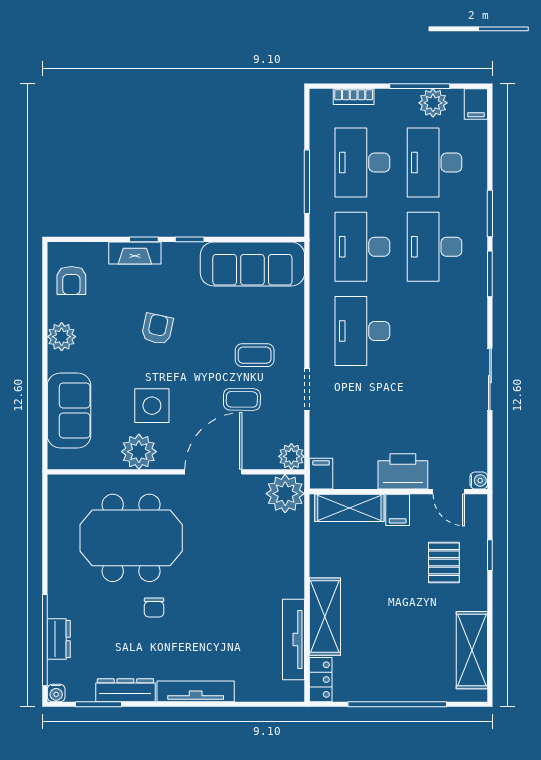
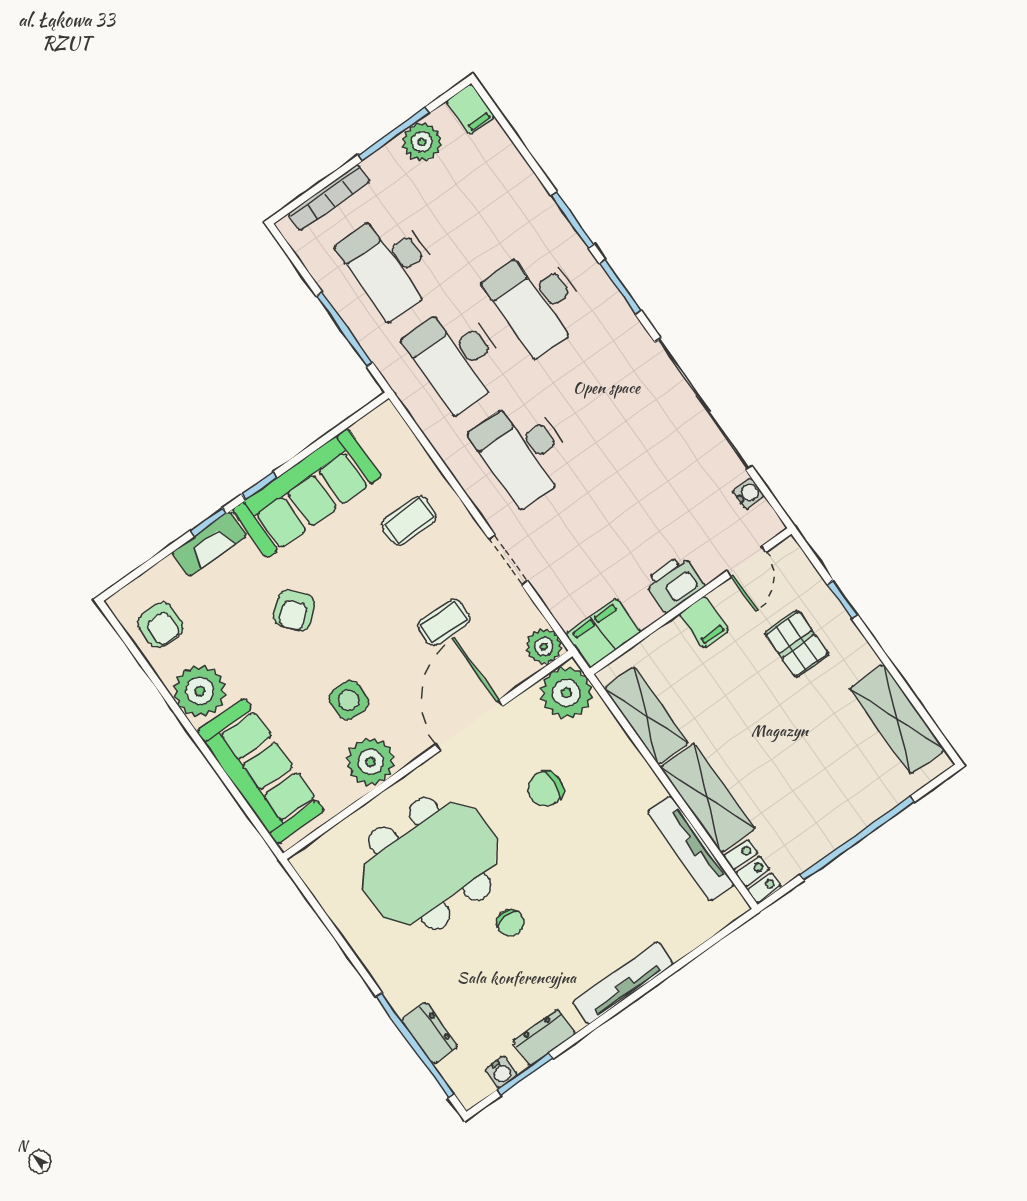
bookcase: (354, 97) -> (329, 198), width x1.56
desk: (435, 163) -> (471, 207), removed
sofa: (252, 264) -> (307, 493), moved
armchair: (157, 329) -> (294, 611), turned -141
plant: (62, 337) -> (200, 691), width x1.36, depth x1.36
coffee table: (255, 355) -> (409, 521), moved
sliding door: (490, 379) -> (703, 404), width x1.86
side table: (152, 406) -> (349, 700), width x0.73, depth x0.73
sofa: (69, 410) -> (261, 771), width x1.36
printer: (403, 471) -> (674, 584), width x0.73, depth x0.84
filing cabinet: (321, 474) -> (603, 633), width x2.00
water cooler: (479, 480) -> (748, 494), moved
door: (449, 492) -> (746, 561), hinge flipped
shelving: (349, 508) -> (646, 716), moved, turned 90
chair: (232, 542) -> (545, 789), added
dresser: (125, 690) -> (544, 1037), width x0.70
water cooler: (56, 693) -> (501, 1072), moved

